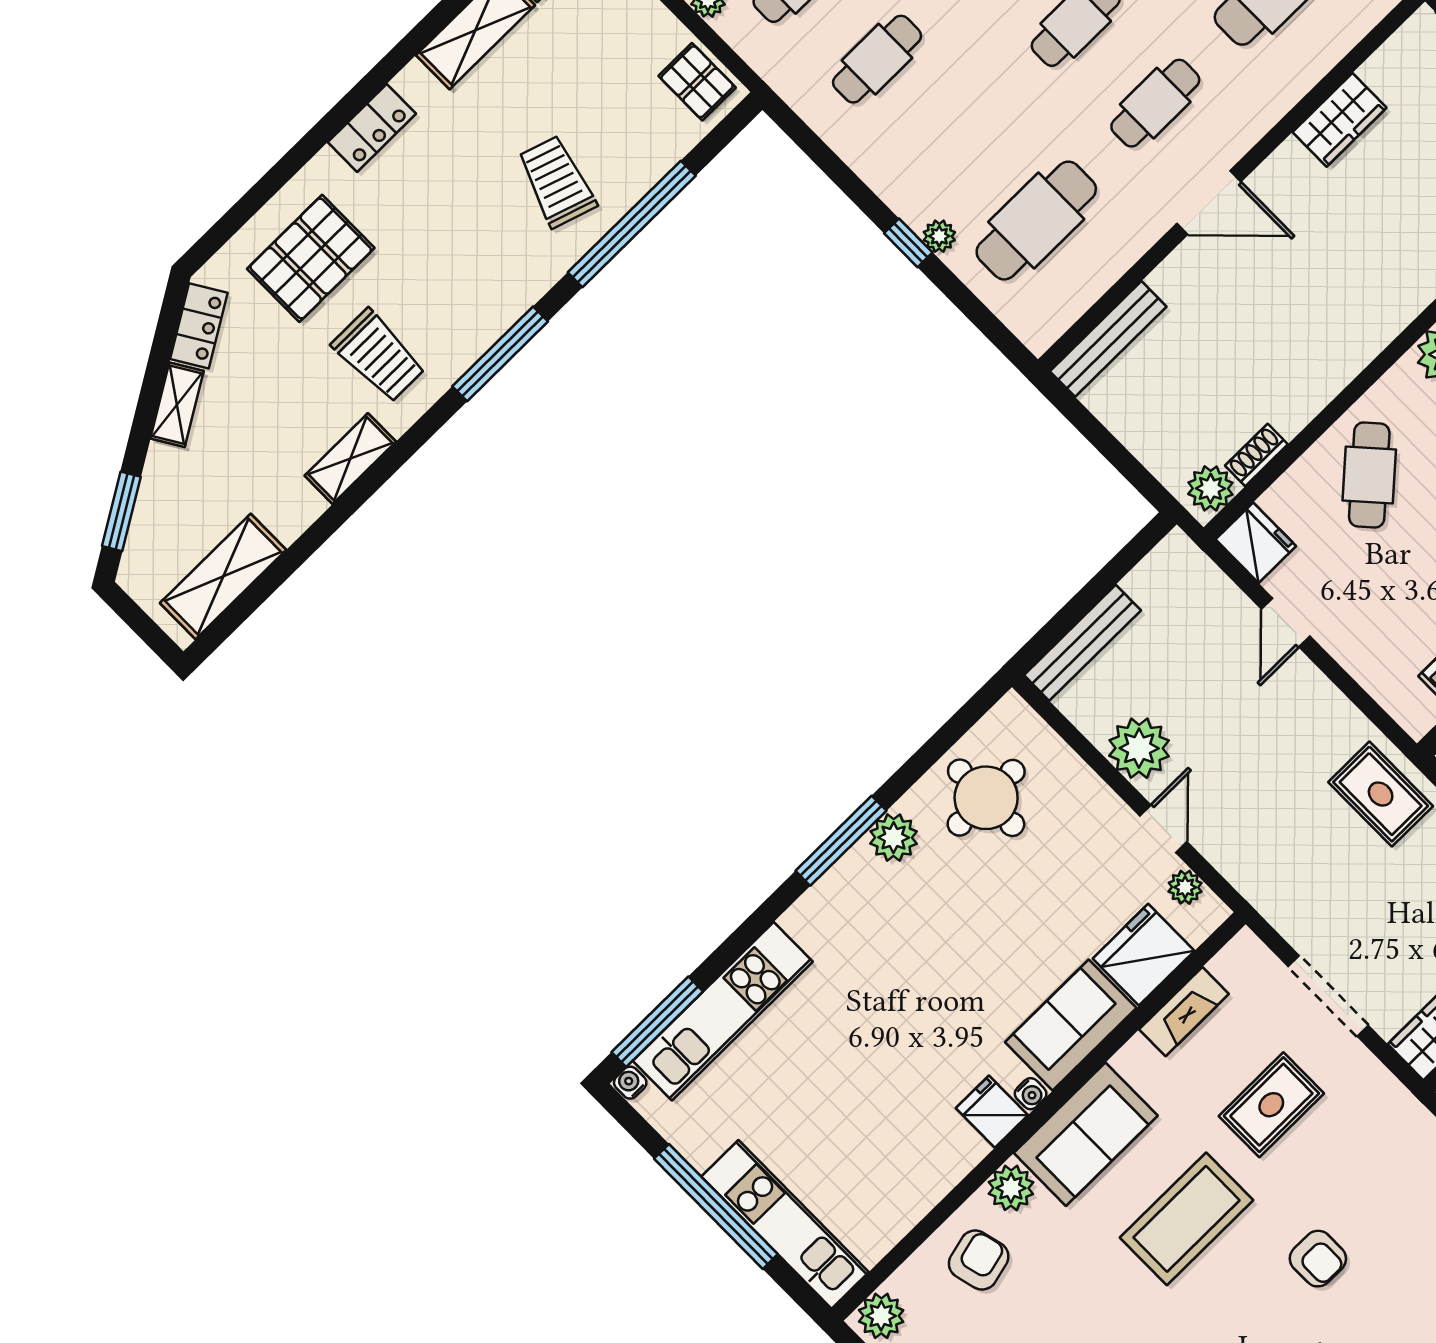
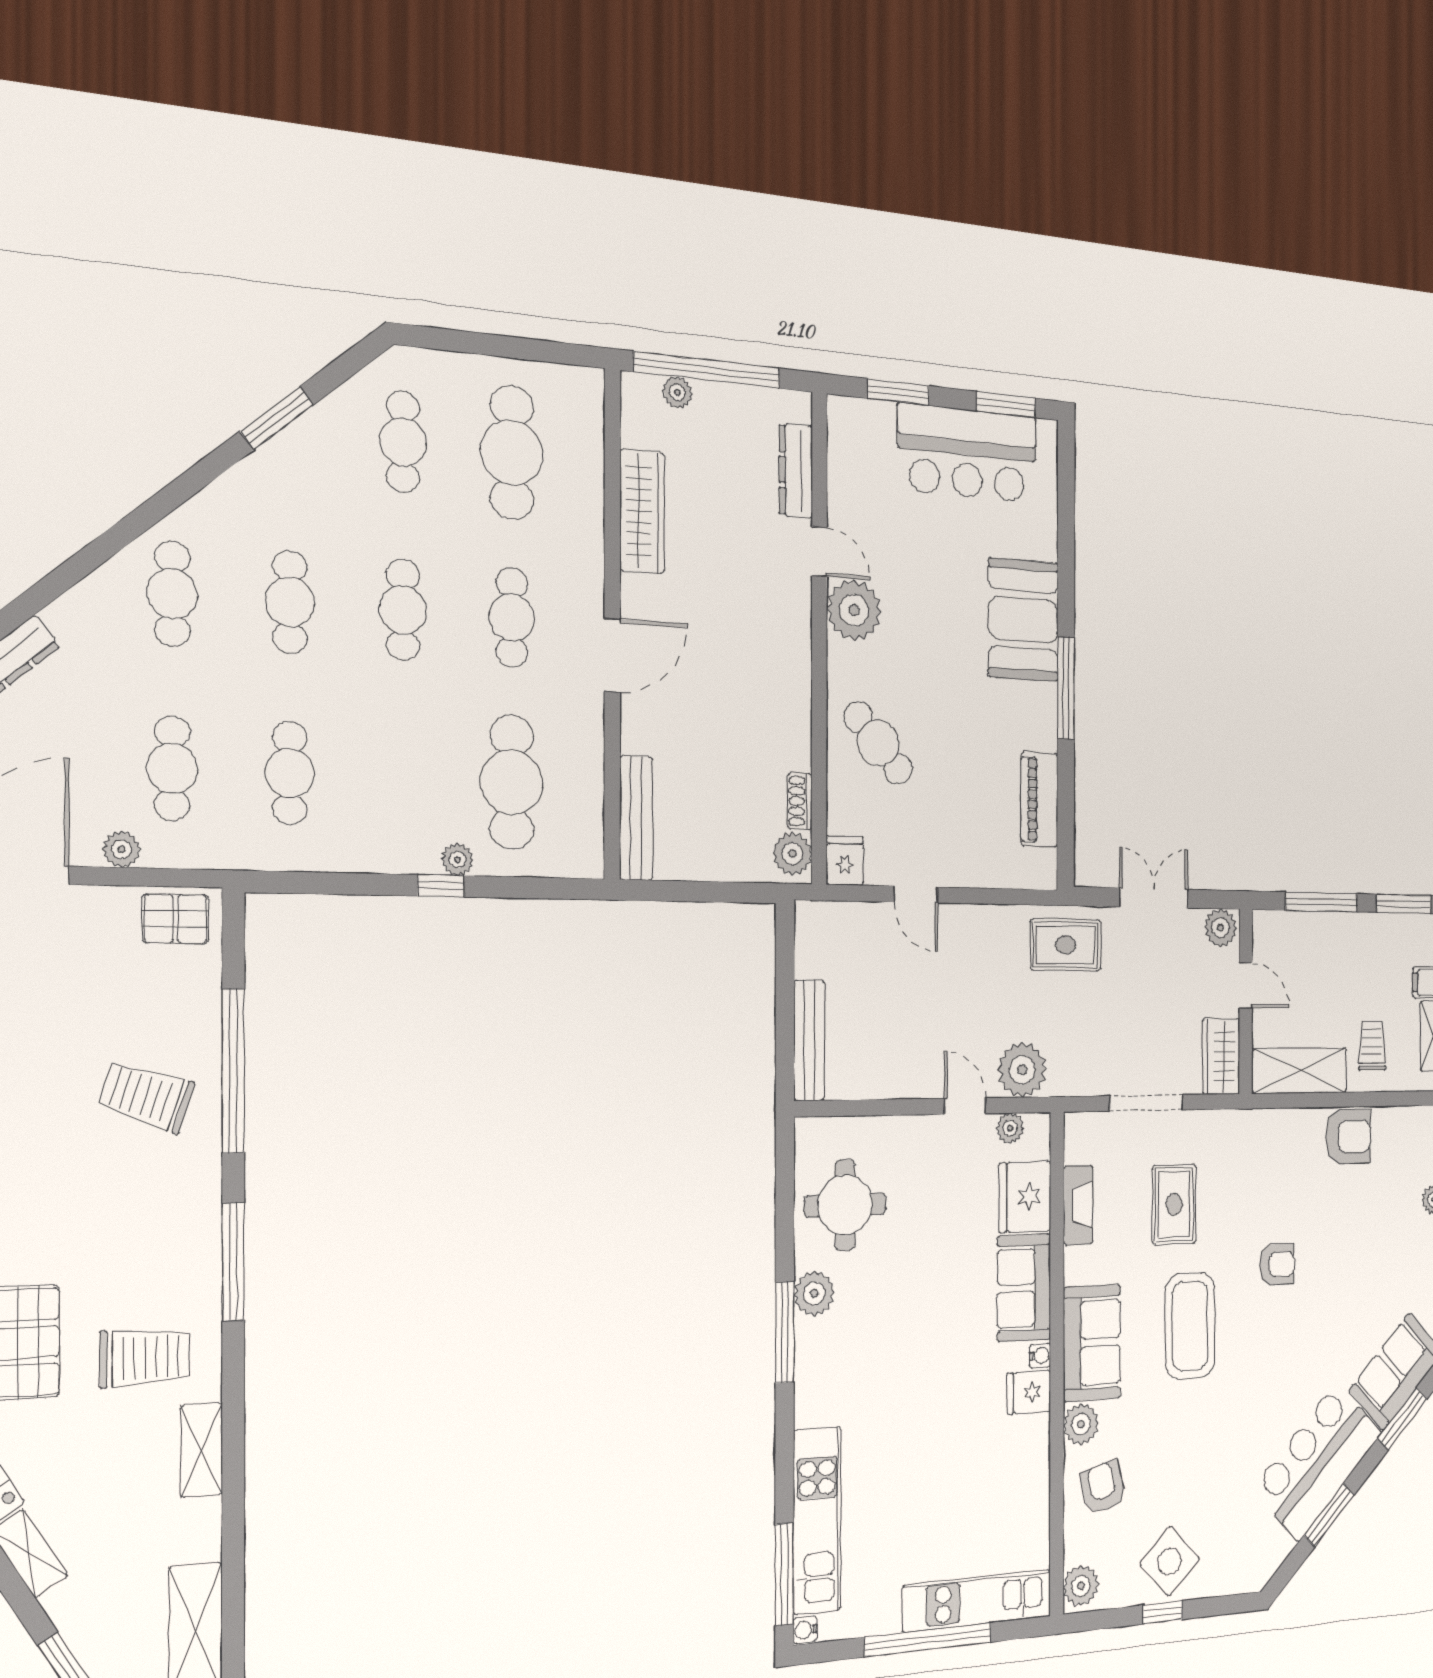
wardrobe: (1339, 120) -> (642, 511), width x1.50
fridge: (1256, 543) -> (845, 861), width x0.72
plant: (1139, 748) -> (1022, 1070), moved

